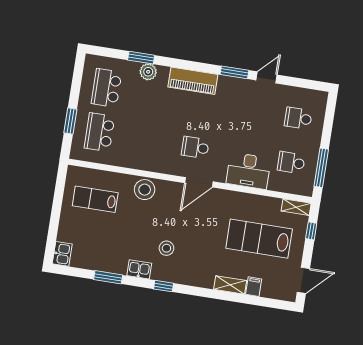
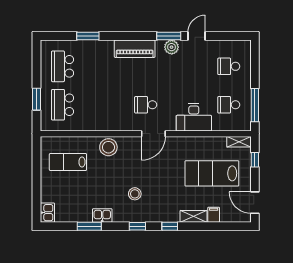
plant: (148, 72) -> (172, 47), moved
kitchen sink: (139, 269) -> (102, 215), moved
door: (303, 280) -> (255, 203), swing flipped
window: (201, 292) -> (170, 226), added

